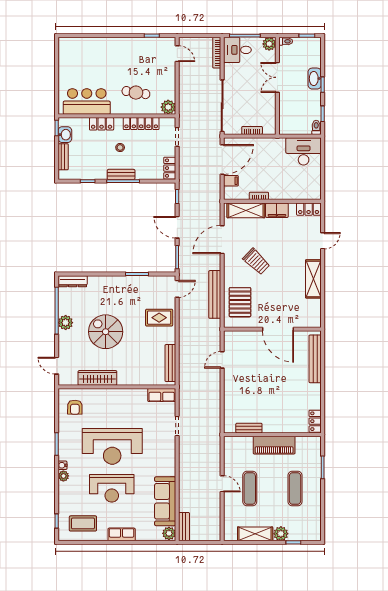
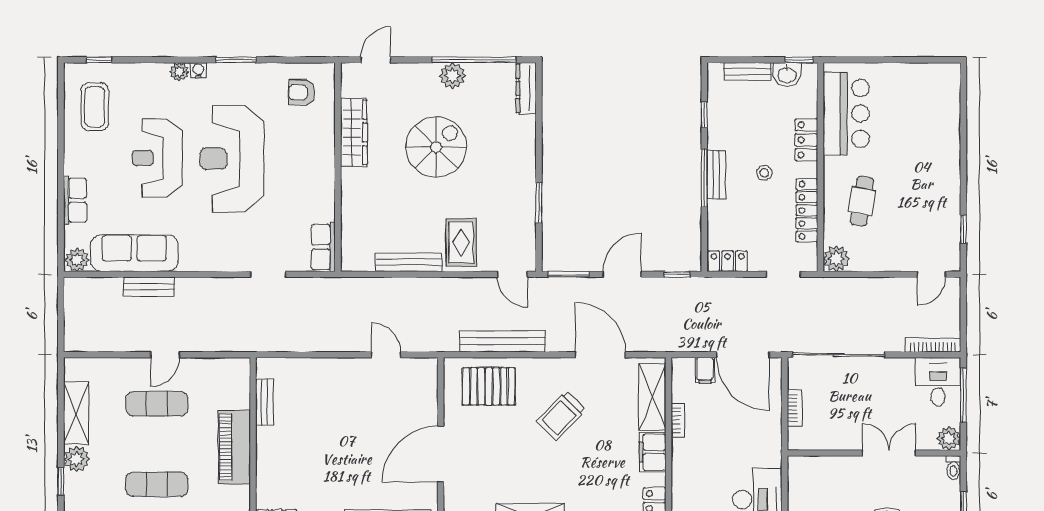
bench: (170, 363) -> (409, 262), moved
bench: (184, 527) -> (149, 287), moved
row of seats: (122, 534) -> (75, 200), moved

